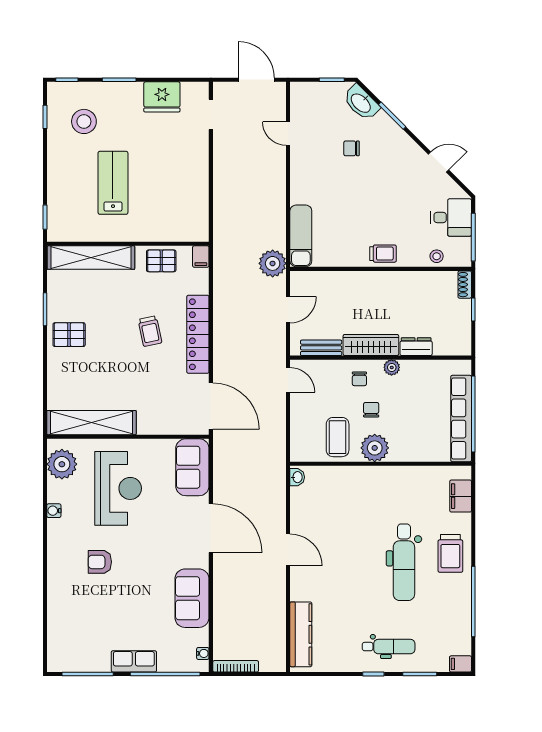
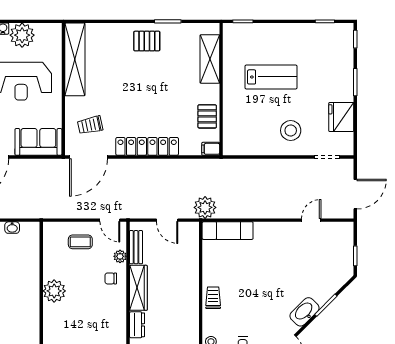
washbasin: (361, 103) -> (305, 312), moved
stool: (84, 121) -> (291, 130), moved
chair: (351, 148) -> (299, 272), removed
trolley: (383, 254) -> (213, 298), turned 180
shelving: (91, 258) -> (210, 59), width x0.68
trolley: (150, 331) -> (90, 125), moved
pallet: (69, 335) -> (147, 41), turned 90
plant: (392, 367) -> (120, 256), moved
door: (288, 380) -> (110, 220), hinge flipped
chair: (371, 410) -> (85, 288), removed
coffee table: (338, 437) -> (80, 242), moved, width x0.73, depth x0.77
plant: (62, 464) -> (22, 35), moved
washbasin: (297, 477) -> (12, 228), moved

